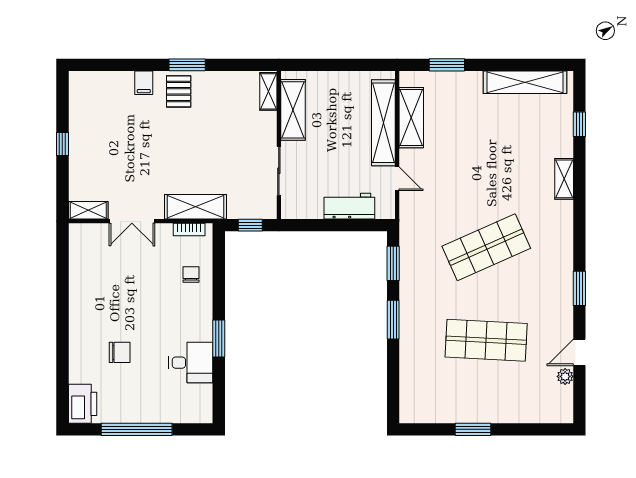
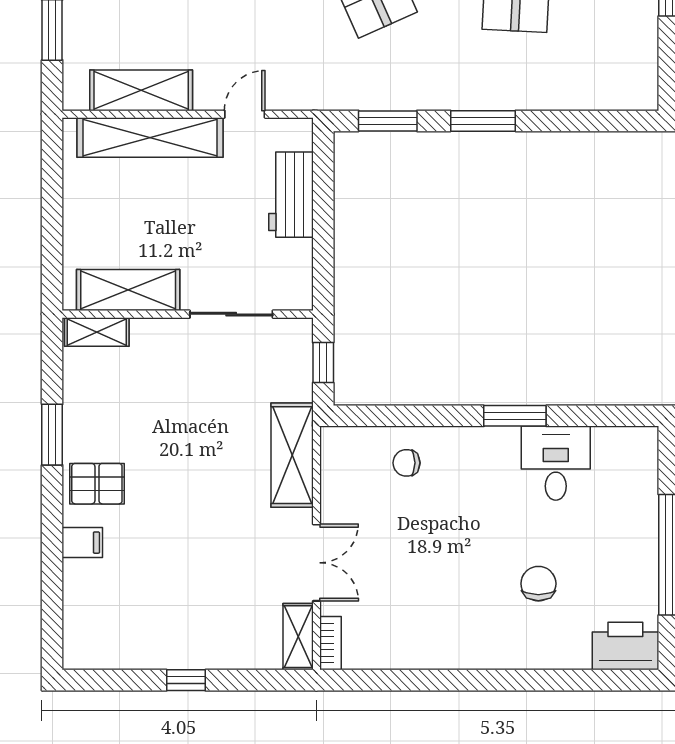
window: (187, 65) -> (52, 435), moved
bookcase: (189, 229) -> (330, 643), moved

